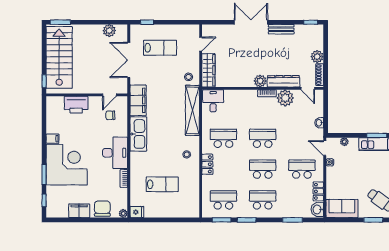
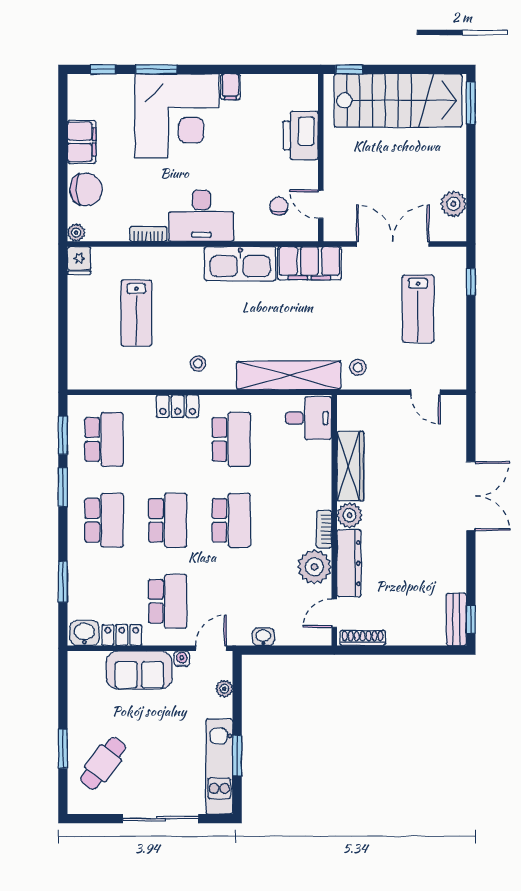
bench: (281, 29) -> (456, 619), moved
plant: (317, 57) -> (400, 633), removed
wardrobe: (208, 70) -> (350, 466), moved, turned -90
sofa: (342, 208) -> (139, 670), moved, turned 90

